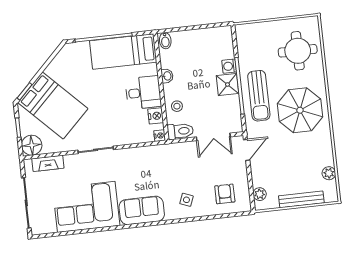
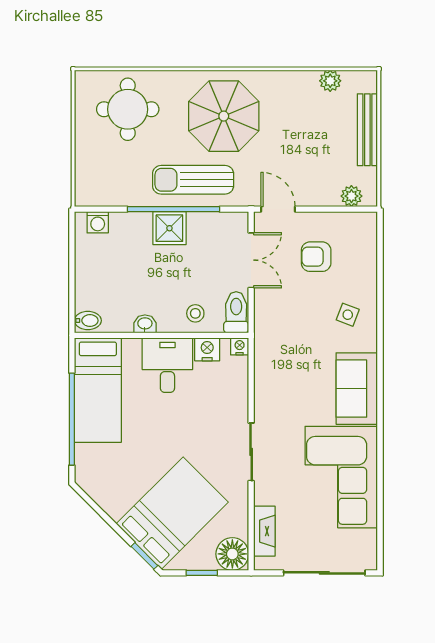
washing machine: (229, 66) -> (98, 222), moved
sun lounger: (259, 96) -> (193, 180), turned 180
armchair: (225, 194) -> (316, 257), moved

